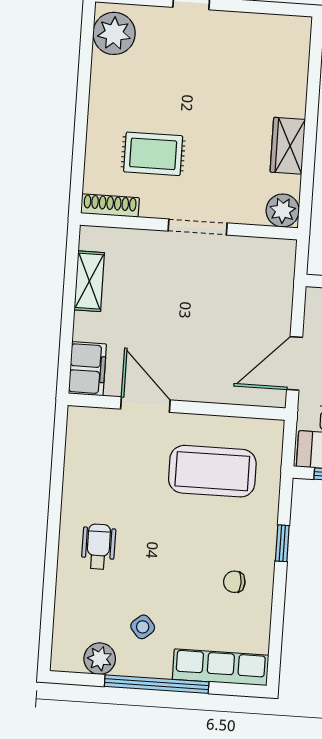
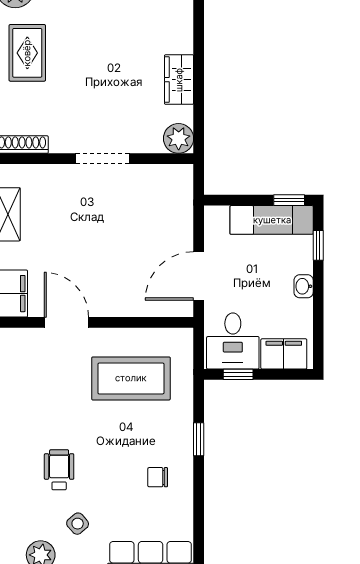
rug: (153, 154) -> (27, 53), moved, turned 90
wheelchair: (98, 547) -> (59, 470), moved

